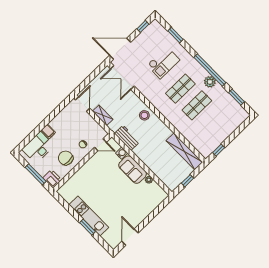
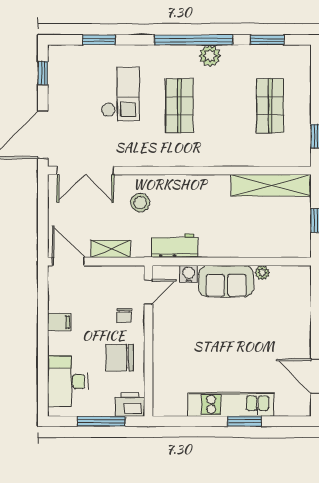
shop shelf: (197, 105) -> (270, 106), moved
stool: (144, 115) -> (140, 203), moved
filing cabinet: (48, 131) -> (59, 322), moved

